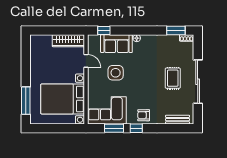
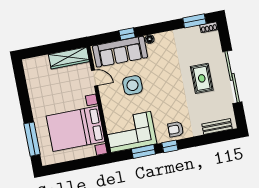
window: (104, 30) -> (127, 34), moved
sofa: (116, 44) -> (120, 52), width x1.36

